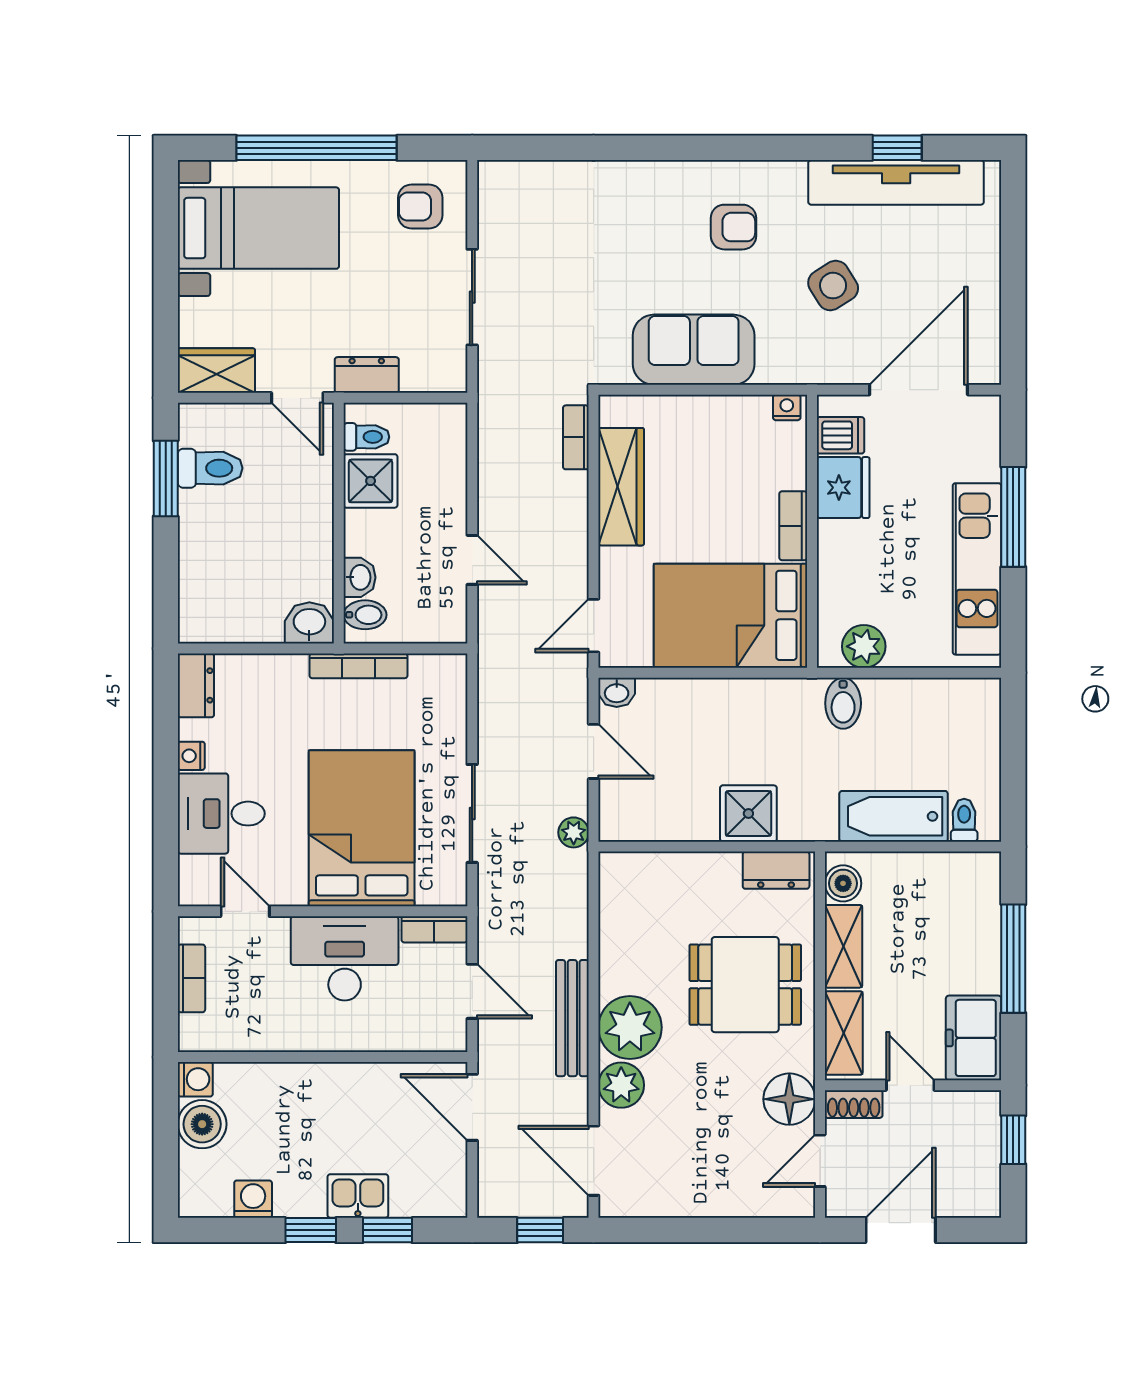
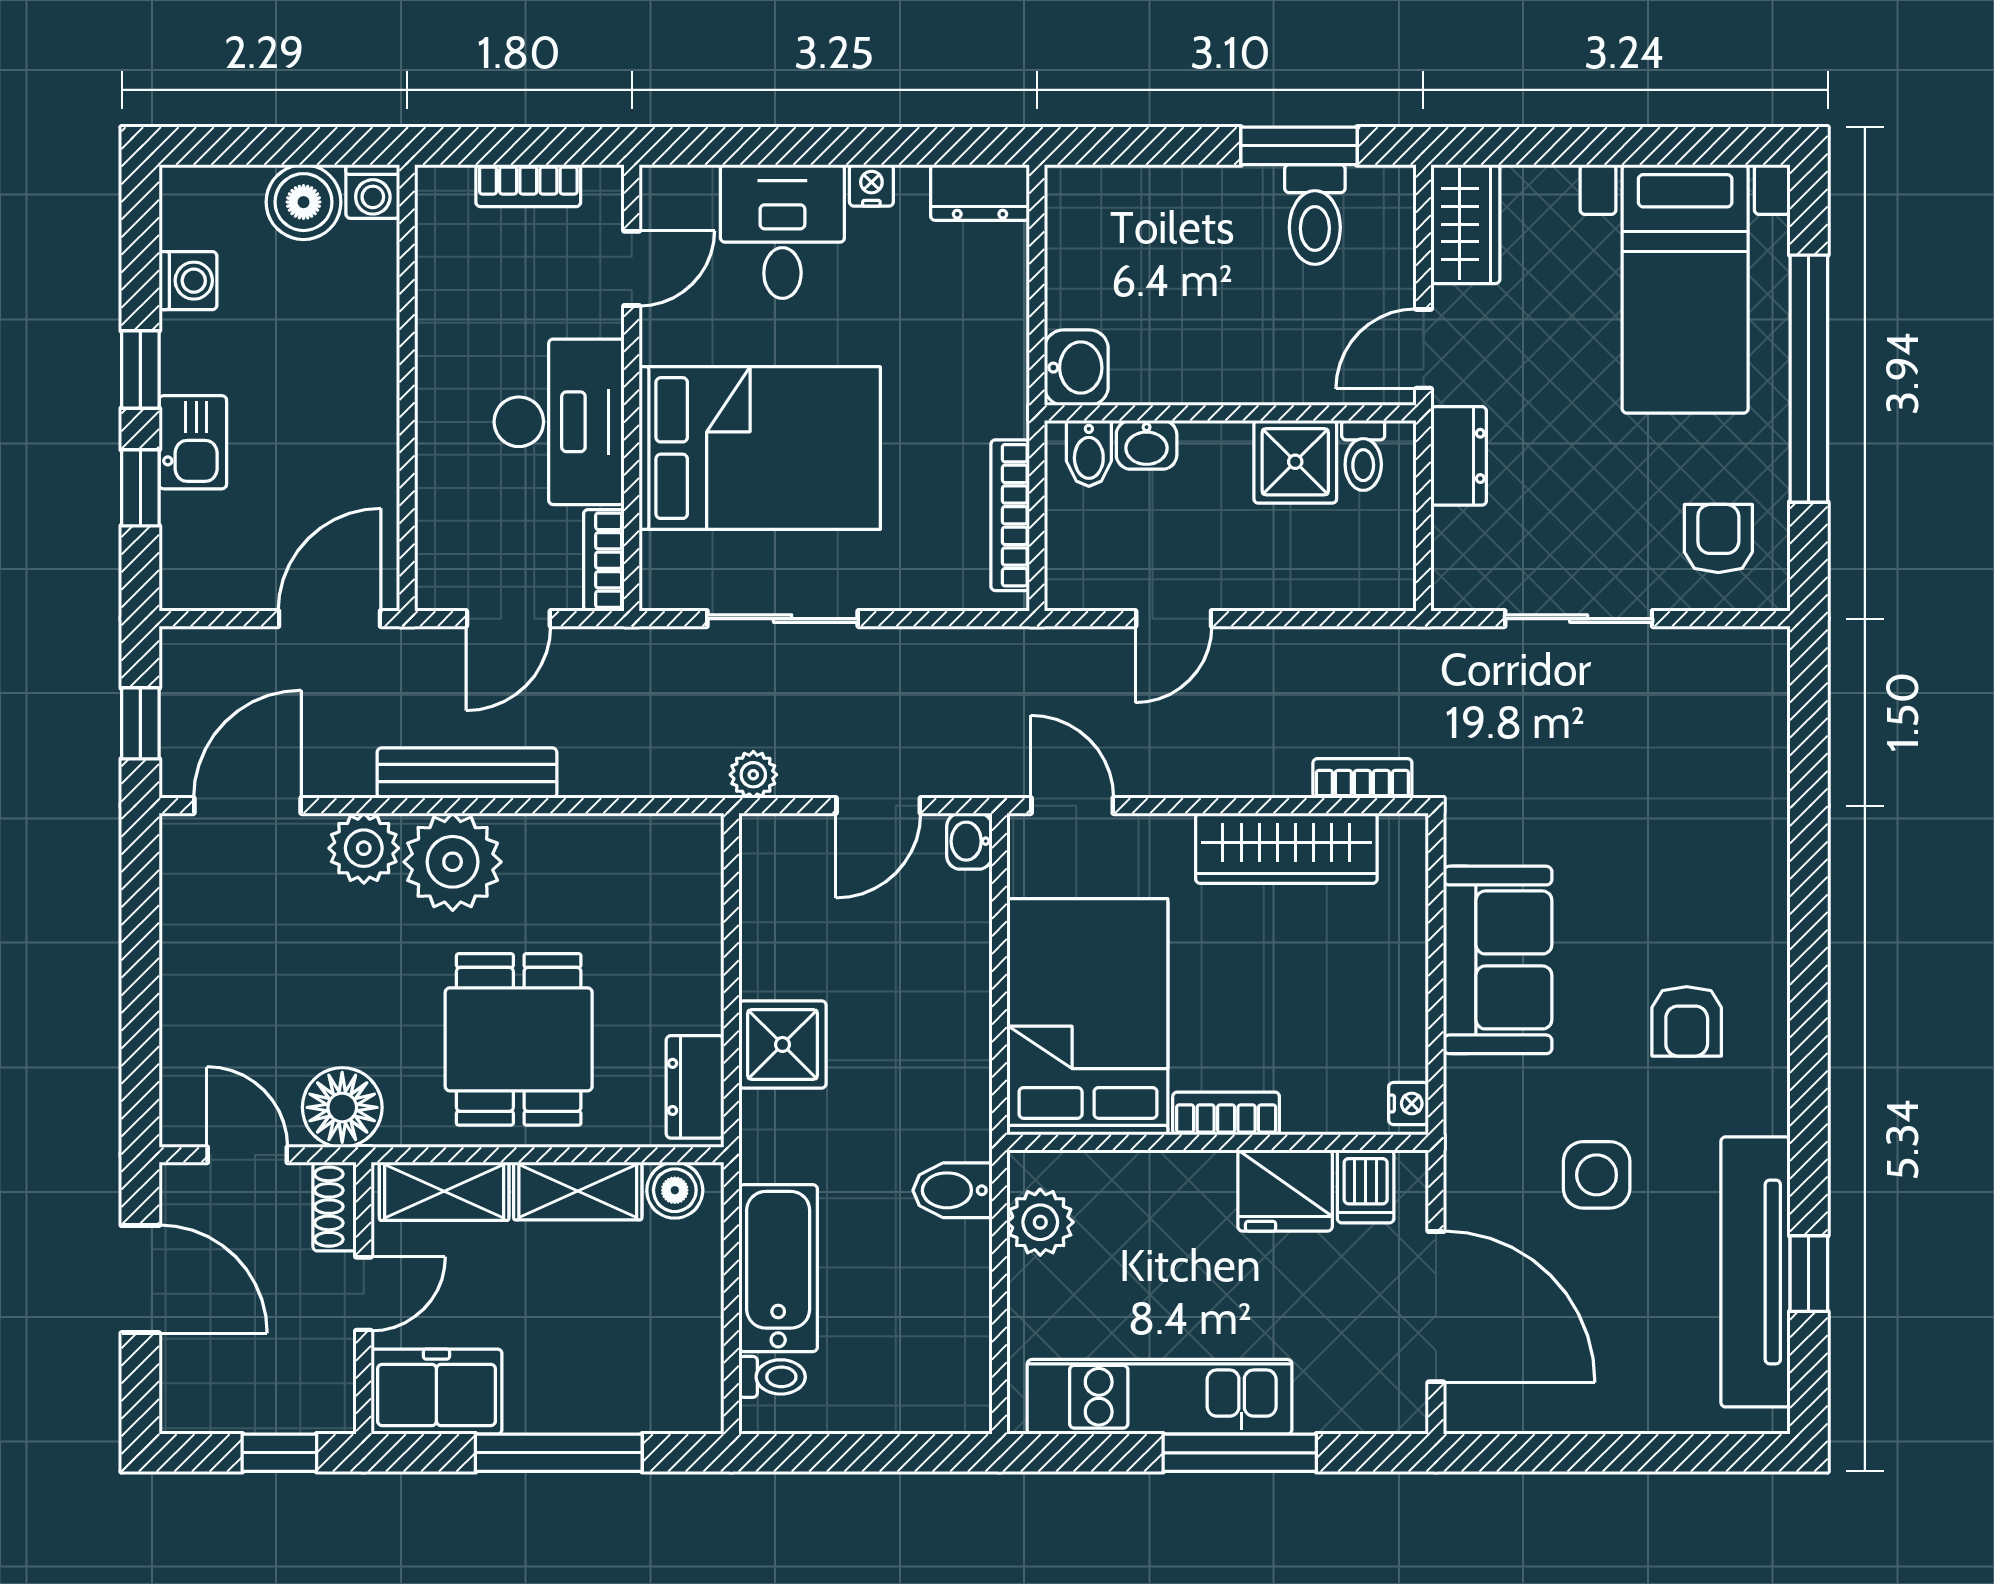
side table: (833, 286) -> (1597, 1175), turned 32
bookcase: (358, 666) -> (1010, 515), moved

